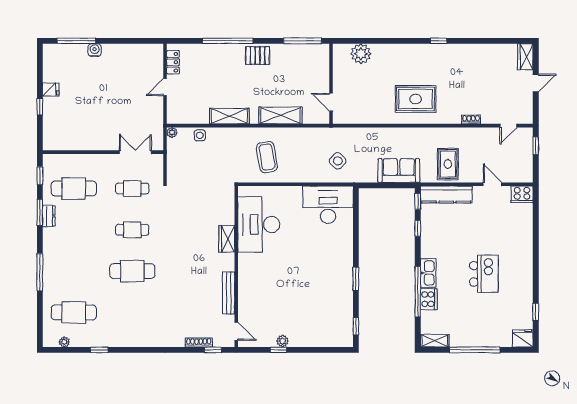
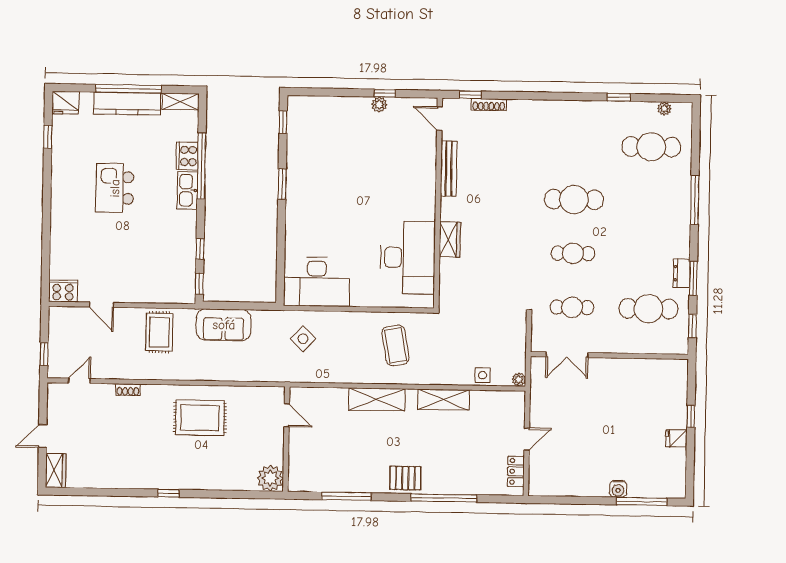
wall: (331, 84) -> (286, 439), moved
door: (331, 102) -> (287, 415), moved
kitchen counter: (446, 194) -> (127, 104), moved, turned 180

